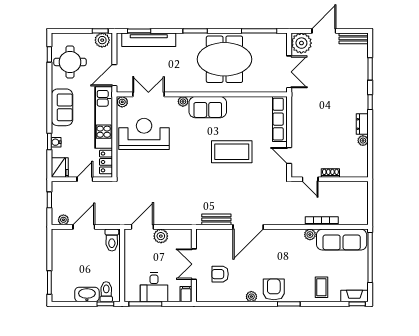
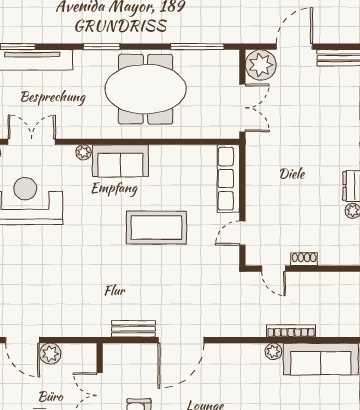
door: (289, 155) -> (242, 233), hinge flipped
door: (142, 227) -> (23, 340), swing flipped

